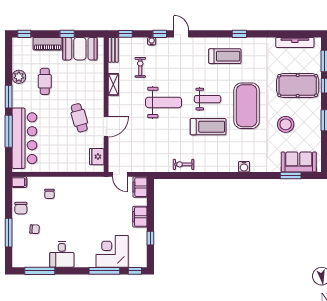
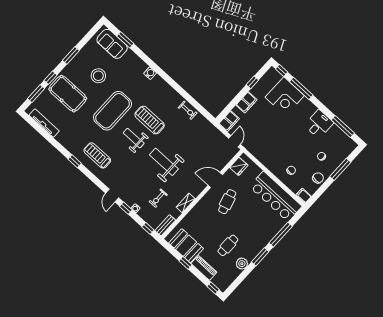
bar counter: (24, 138) -> (276, 196), moved, turned -90

